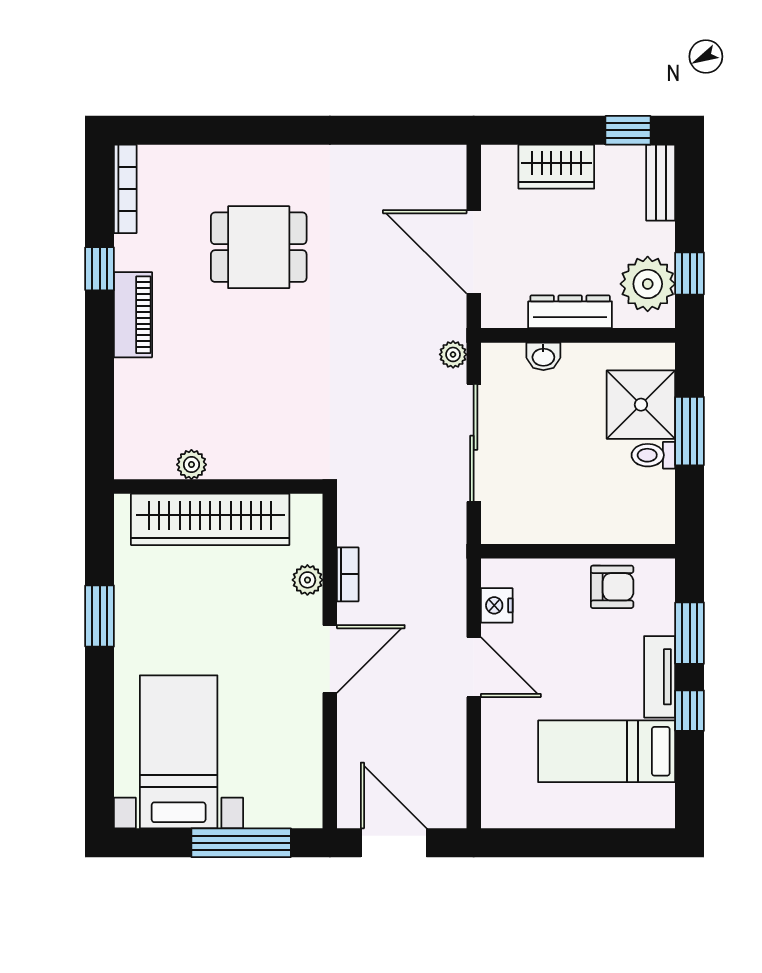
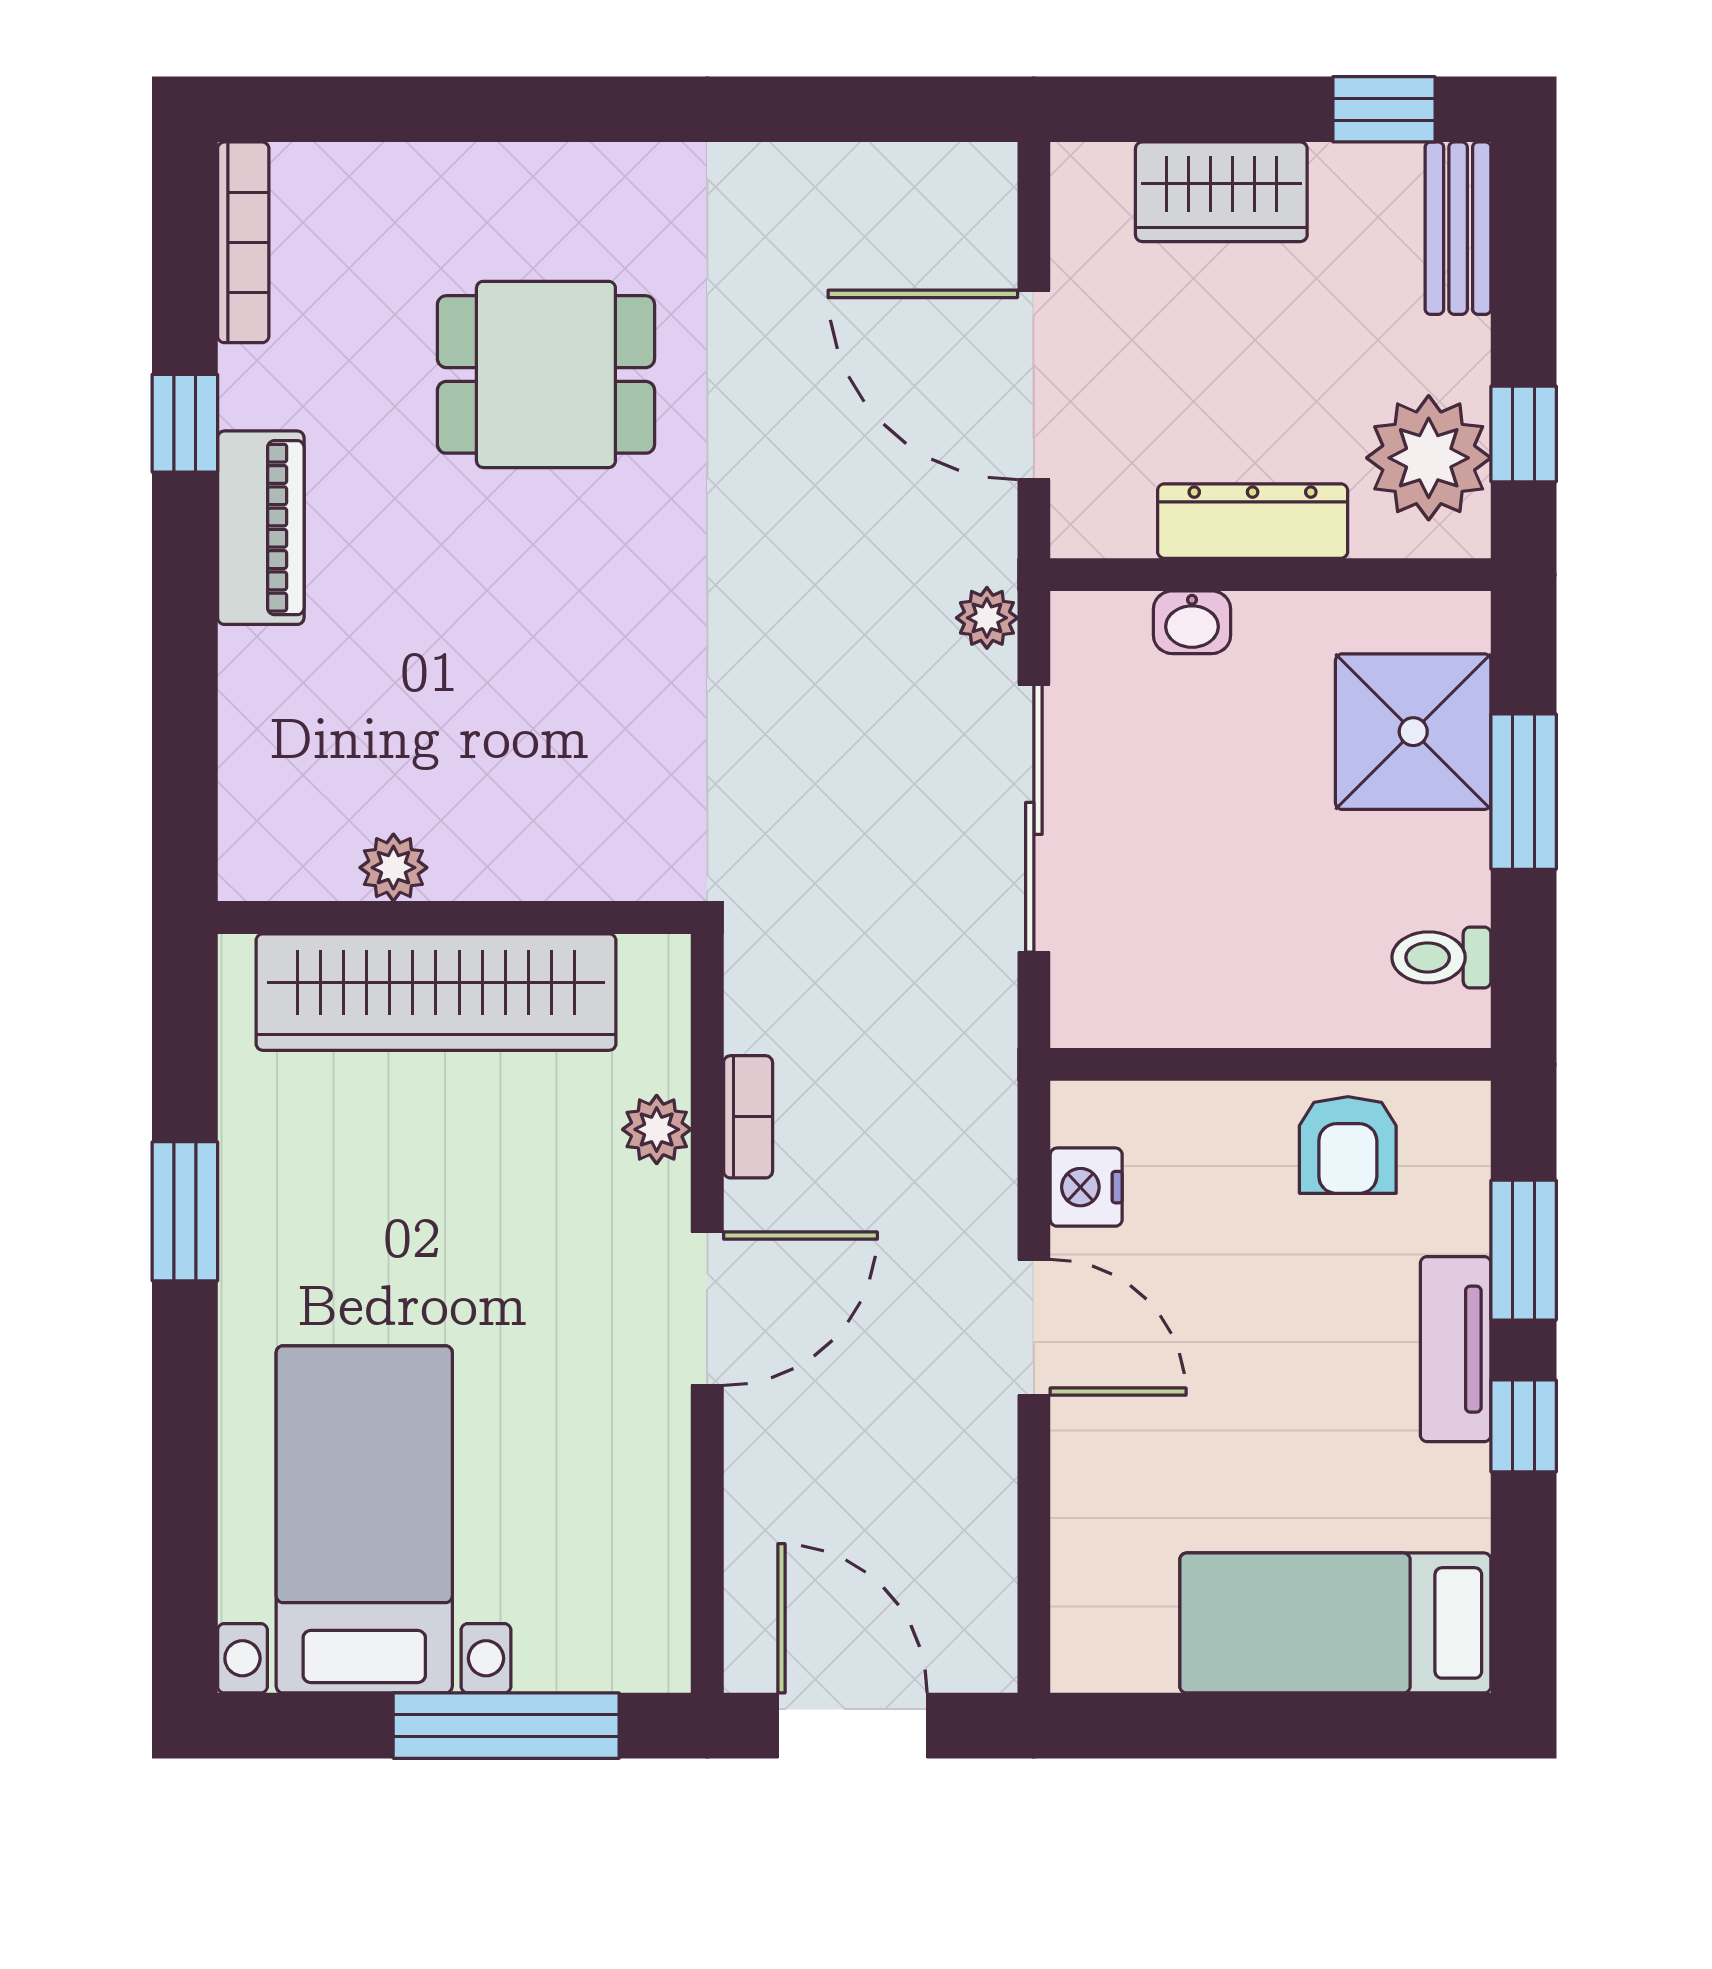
toilet: (653, 455) -> (1441, 957), moved
armchair: (612, 587) -> (1348, 1145), turned 90
bed: (607, 751) -> (1335, 1623), moved

